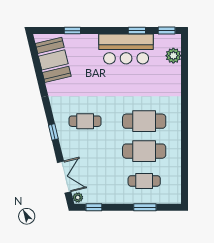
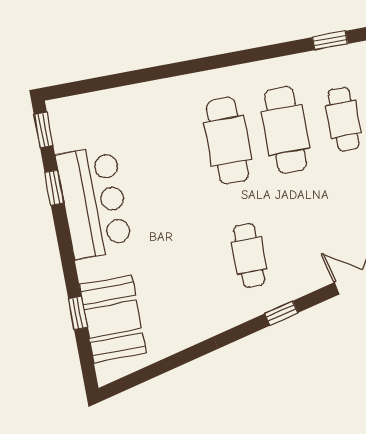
plant: (173, 56) -> (90, 108), removed
booth: (53, 60) -> (113, 319), moved, turned -76
window: (185, 182) -> (330, 40), added

